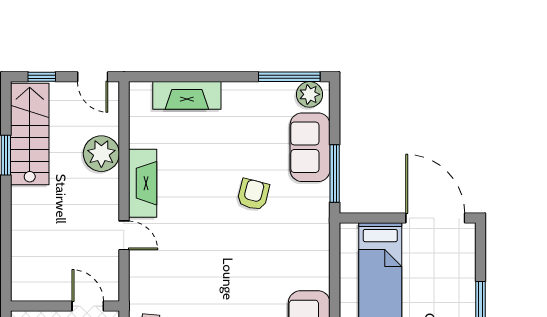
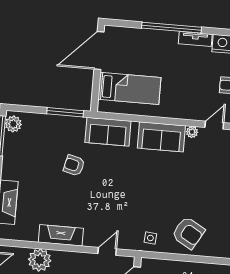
sofa: (310, 147) -> (108, 132), moved
door: (124, 235) -> (107, 251), moved

